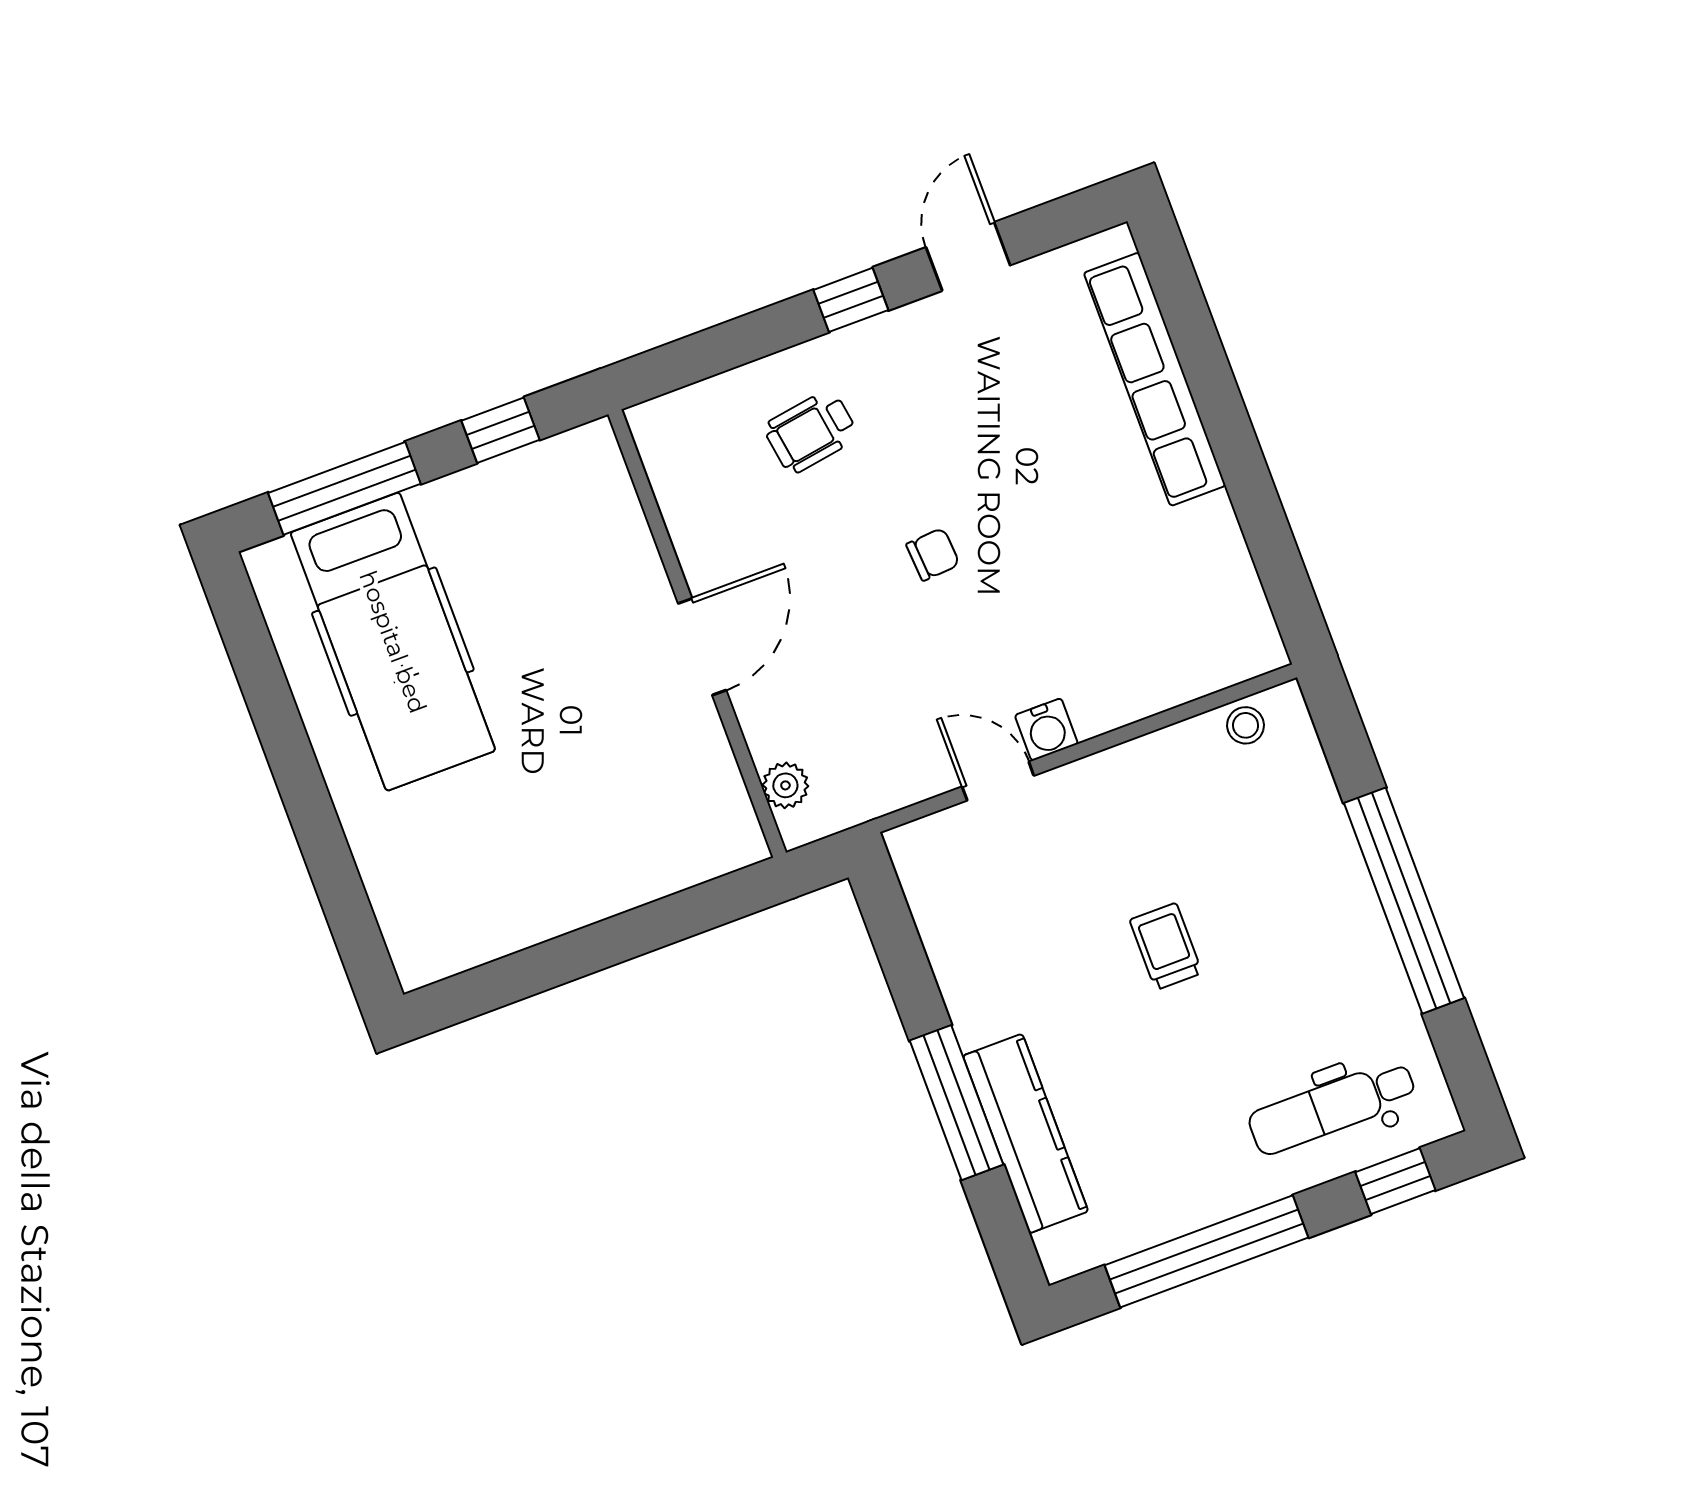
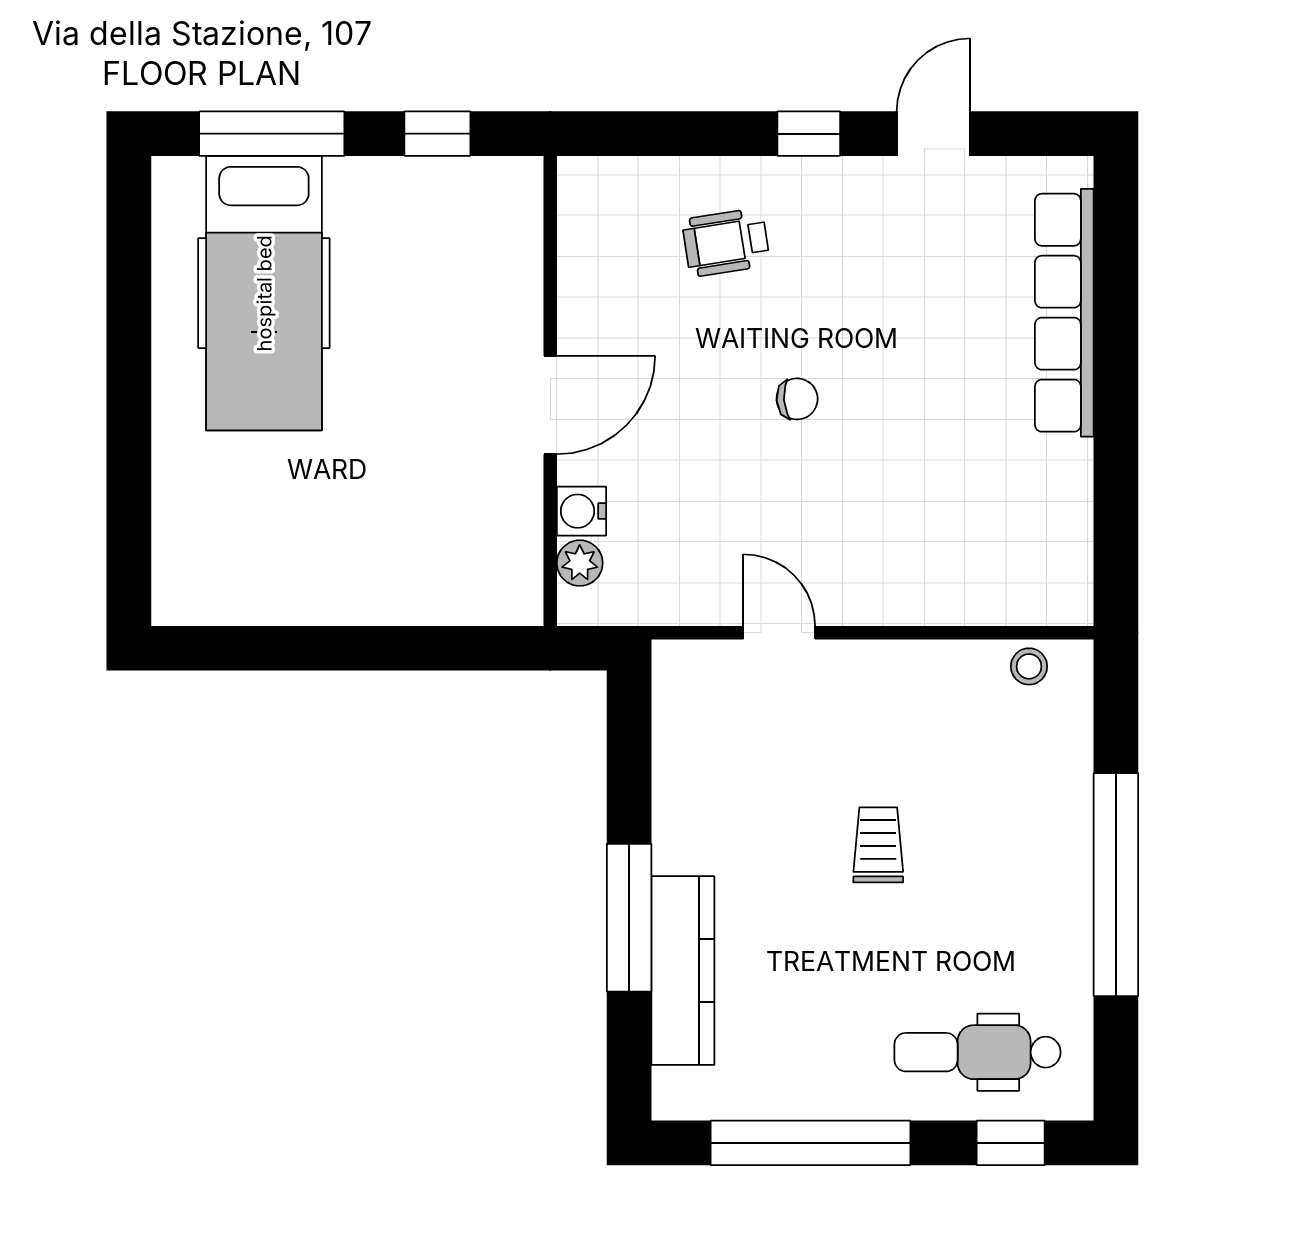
water cooler: (1046, 730) -> (581, 511), moved, turned 90

